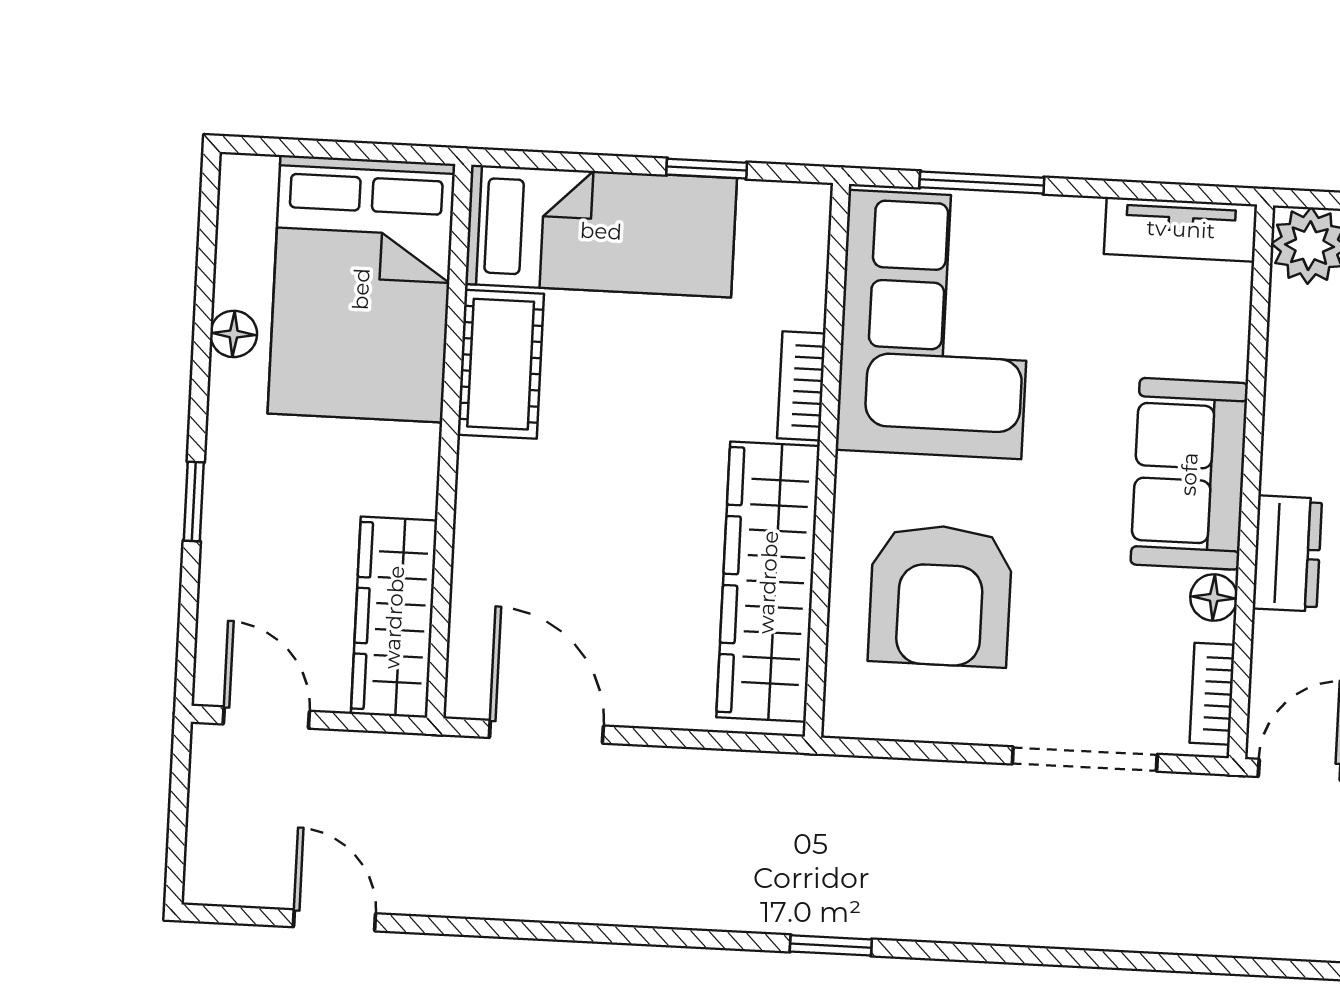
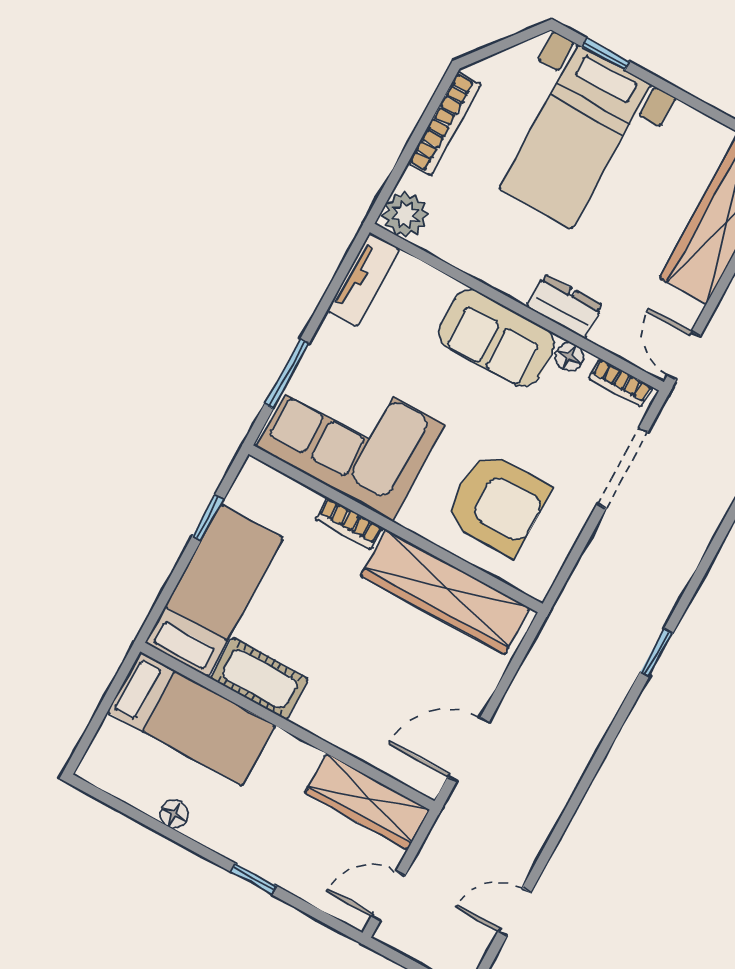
bed: (361, 289) -> (191, 719), width x0.67

